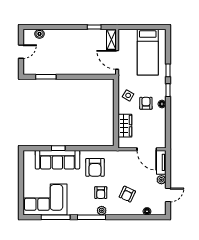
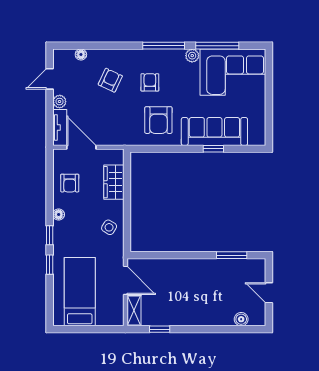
door: (21, 52) -> (269, 293), hinge flipped
armchair: (146, 103) -> (70, 183), moved
armchair: (95, 167) -> (158, 120), turned 180
plant: (102, 211) -> (192, 56), moved

